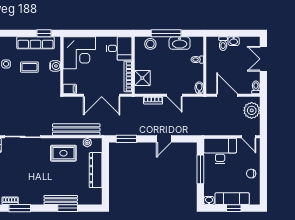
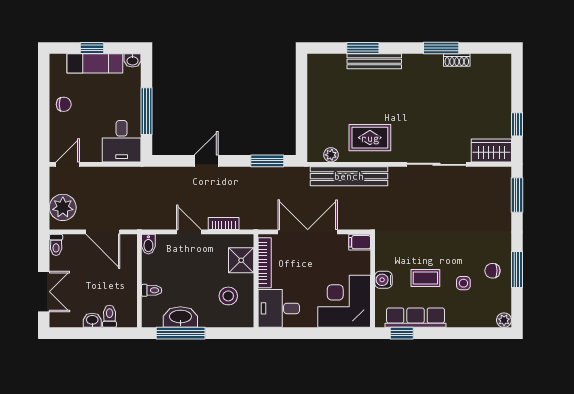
window: (166, 33) -> (181, 333), moved
stool: (150, 44) -> (228, 296), moved
door: (249, 137) -> (68, 164), hinge flipped
desk: (220, 151) -> (122, 141), width x0.73
dresser: (96, 170) -> (317, 110), removed

